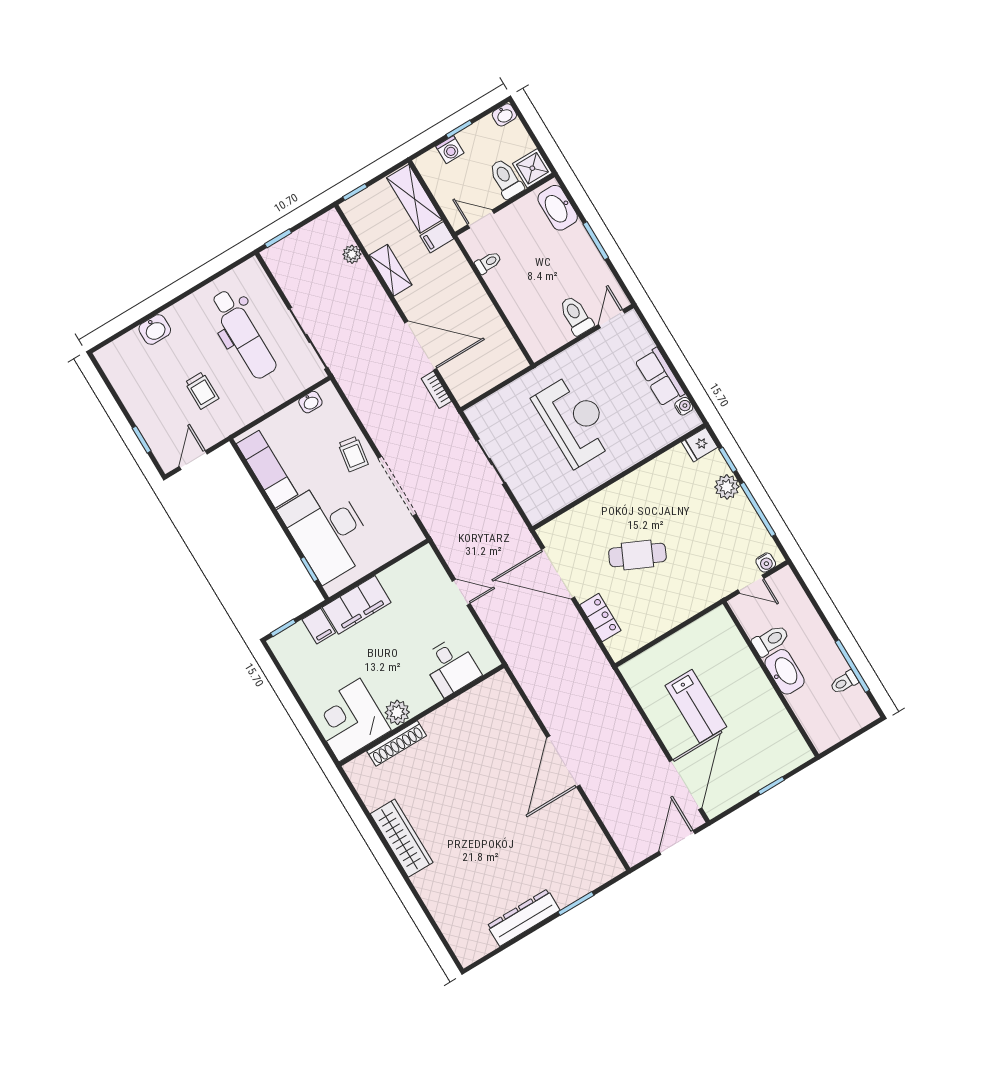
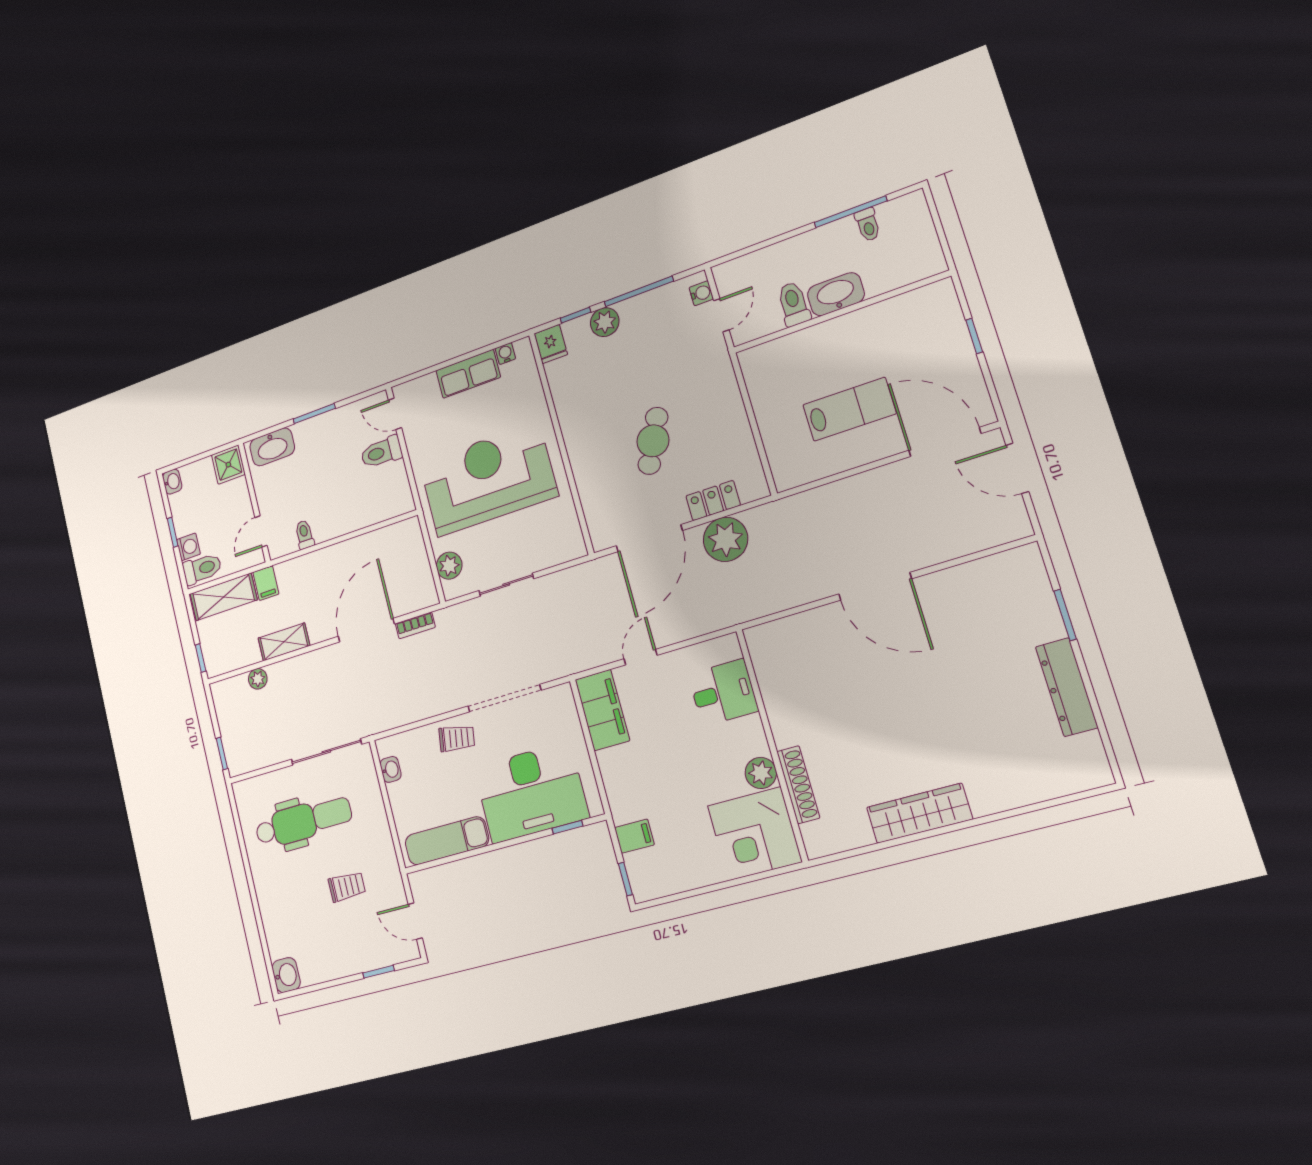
toilet: (506, 179) -> (202, 569), moved, turned 180
washbasin: (155, 329) -> (286, 975), moved
plant: (494, 406) -> (449, 566), added
reception desk: (574, 421) -> (488, 479), width x1.36, depth x1.30
filing cabinet: (357, 605) -> (602, 710), moved
plant: (572, 636) -> (726, 539), added

